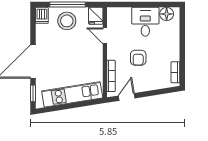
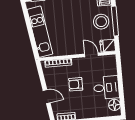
door: (105, 36) -> (91, 55), hinge flipped
door: (127, 97) -> (47, 97), moved

